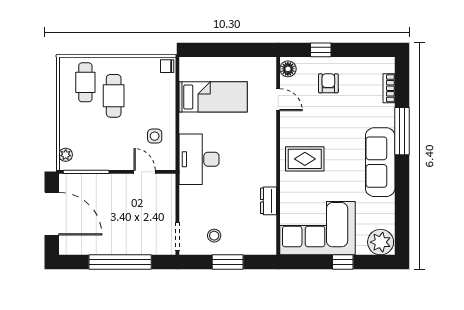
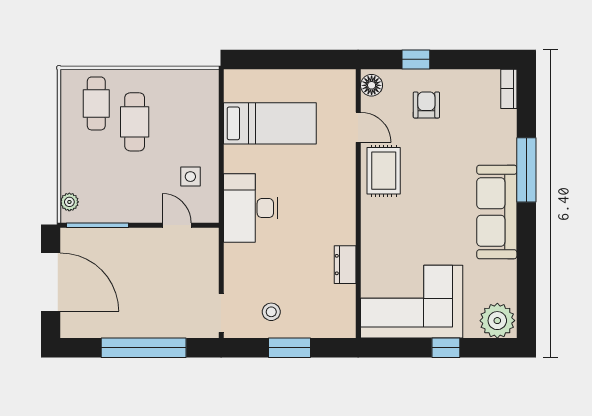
chair: (167, 66) -> (207, 81), removed
bookcase: (389, 88) -> (509, 89), moved
rug: (305, 159) -> (384, 171), moved, turned 90

